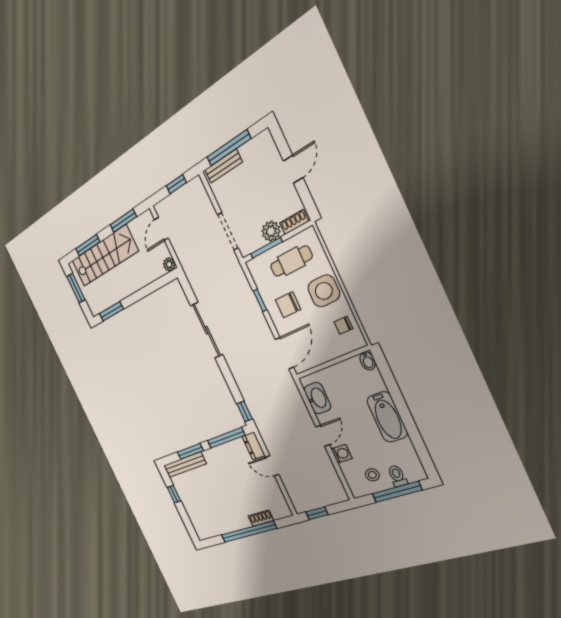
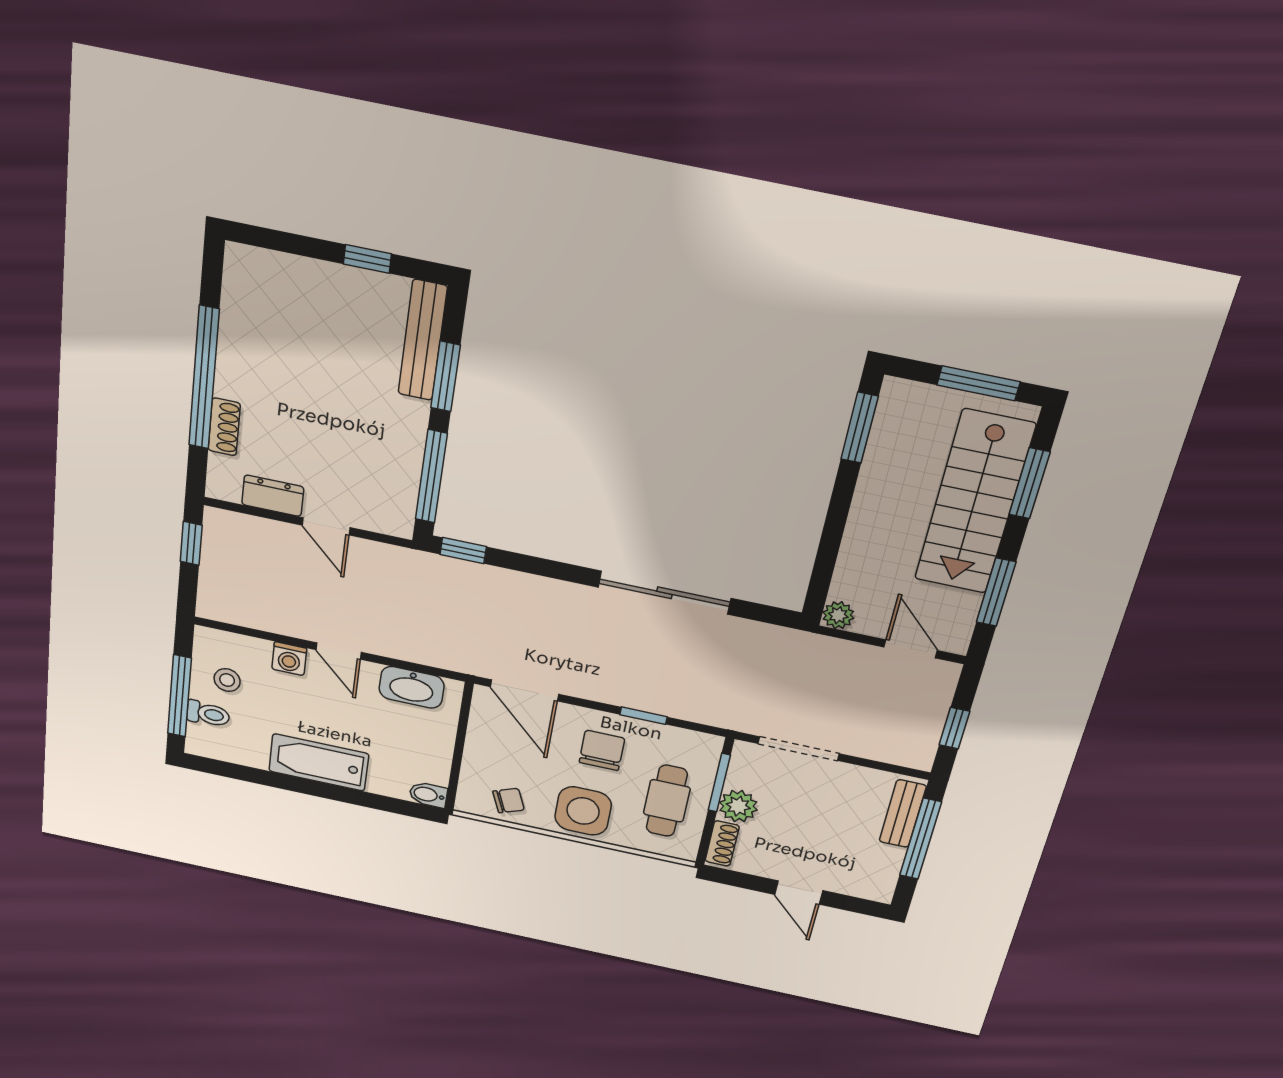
chair: (343, 325) -> (509, 801), turned 68
dresser: (254, 446) -> (273, 496), moved
door: (272, 466) -> (326, 526), swing flipped

